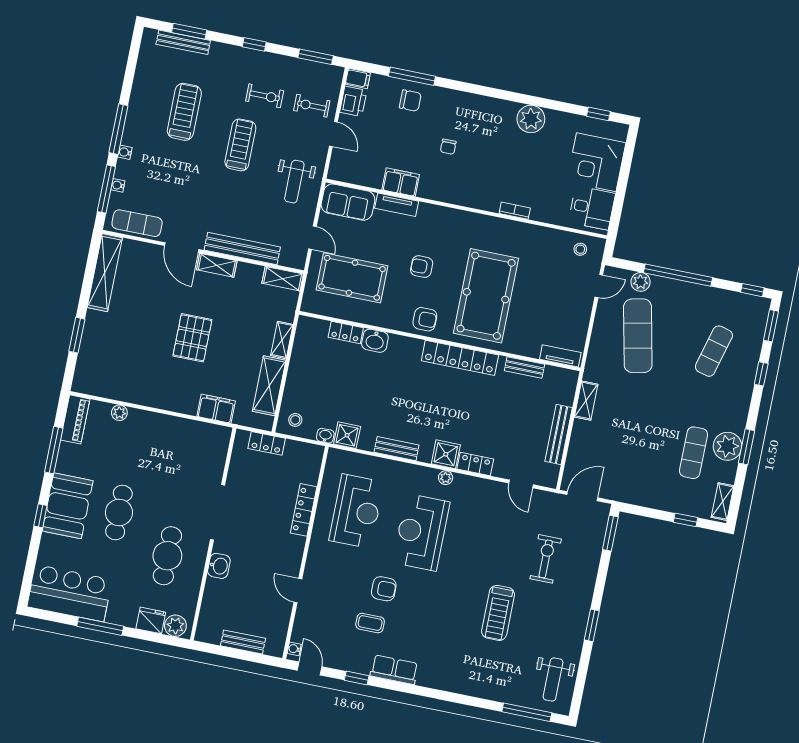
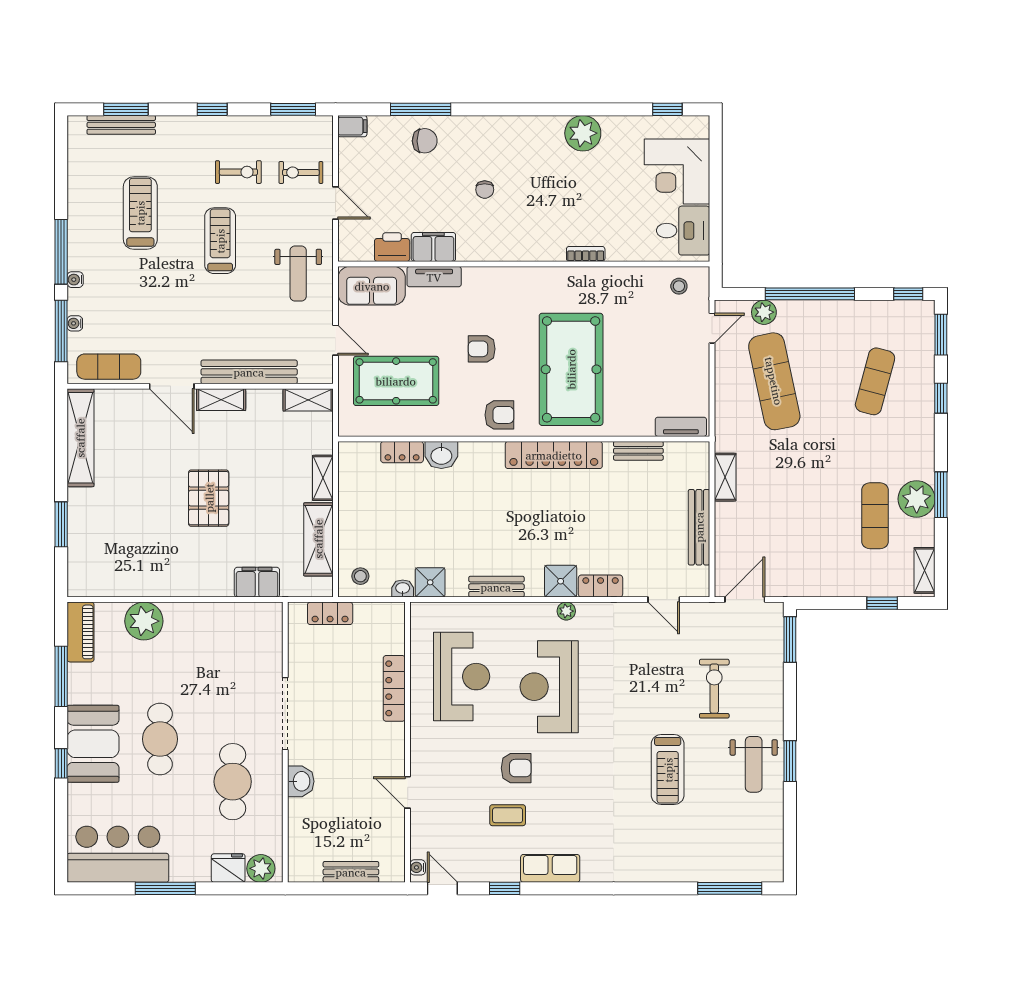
printer: (353, 101) -> (392, 247), moved, turned -90
plant: (119, 413) -> (144, 621), width x1.88, depth x1.88
weight bench: (553, 679) -> (754, 764), moved

